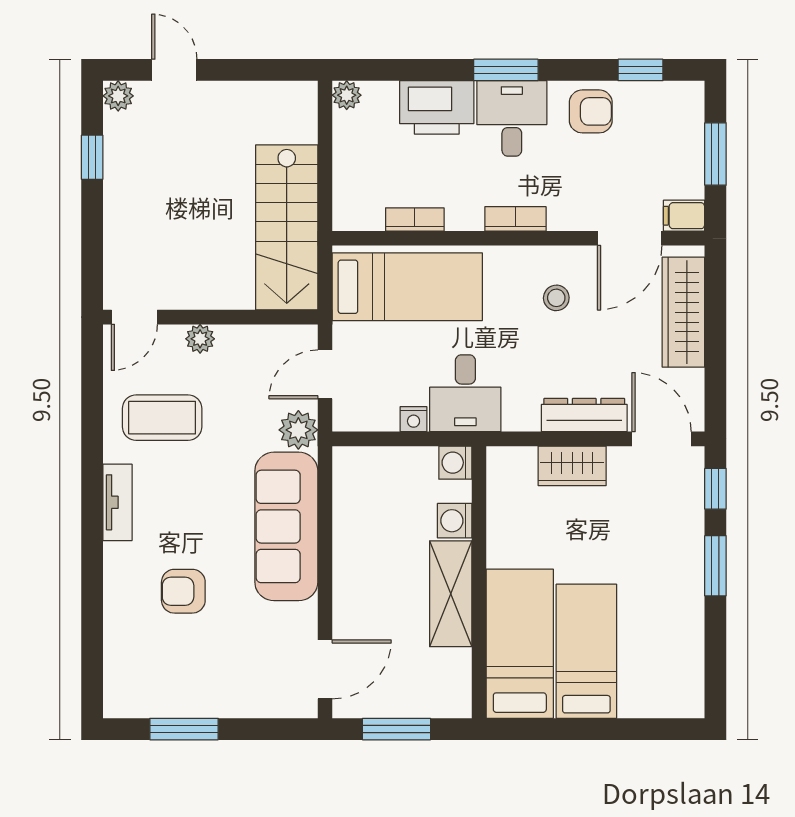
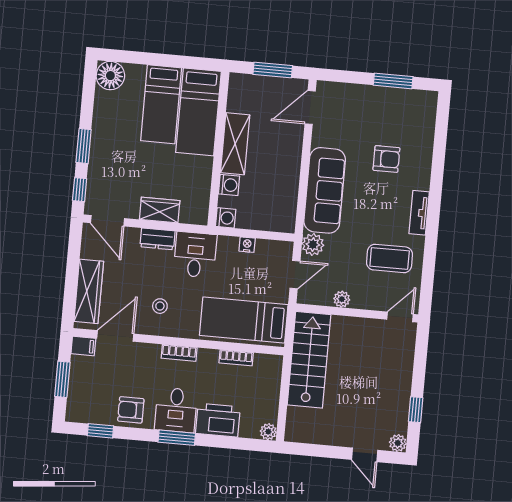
plant: (200, 339) -> (342, 299), moved
desk: (465, 393) -> (195, 255), moved
dresser: (584, 415) -> (158, 239), width x0.70
floor lamp: (680, 693) -> (110, 76), added

